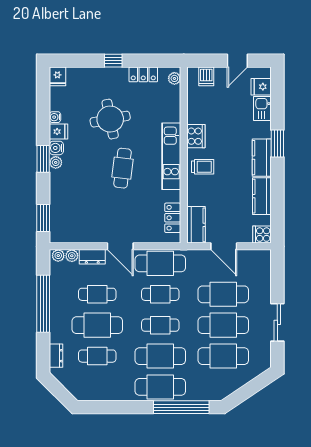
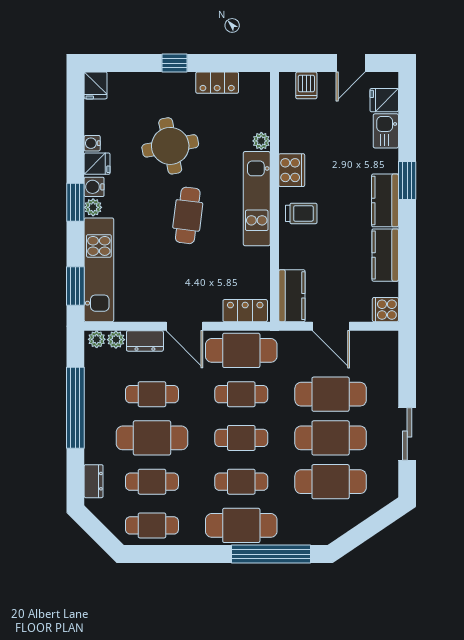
plant: (174, 78) -> (261, 141), moved
kitchen unit: (60, 207) -> (99, 270), added
locker: (173, 218) -> (245, 311), moved, turned 90
cafe table: (160, 356) -> (241, 482), width x0.73, depth x0.74
cafe table: (97, 387) -> (152, 525), added

